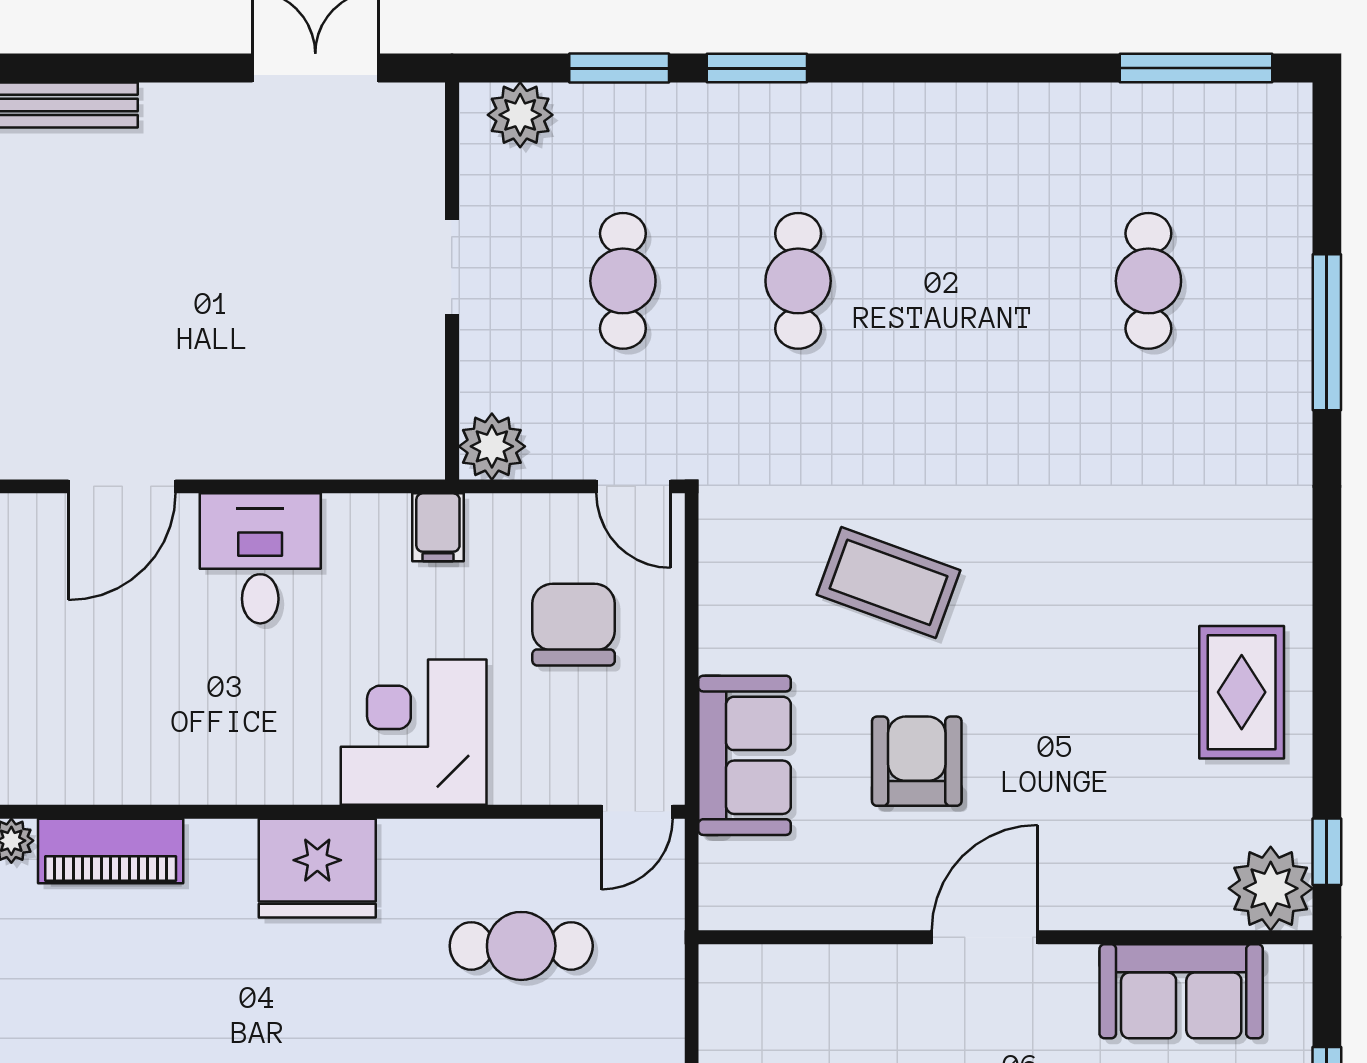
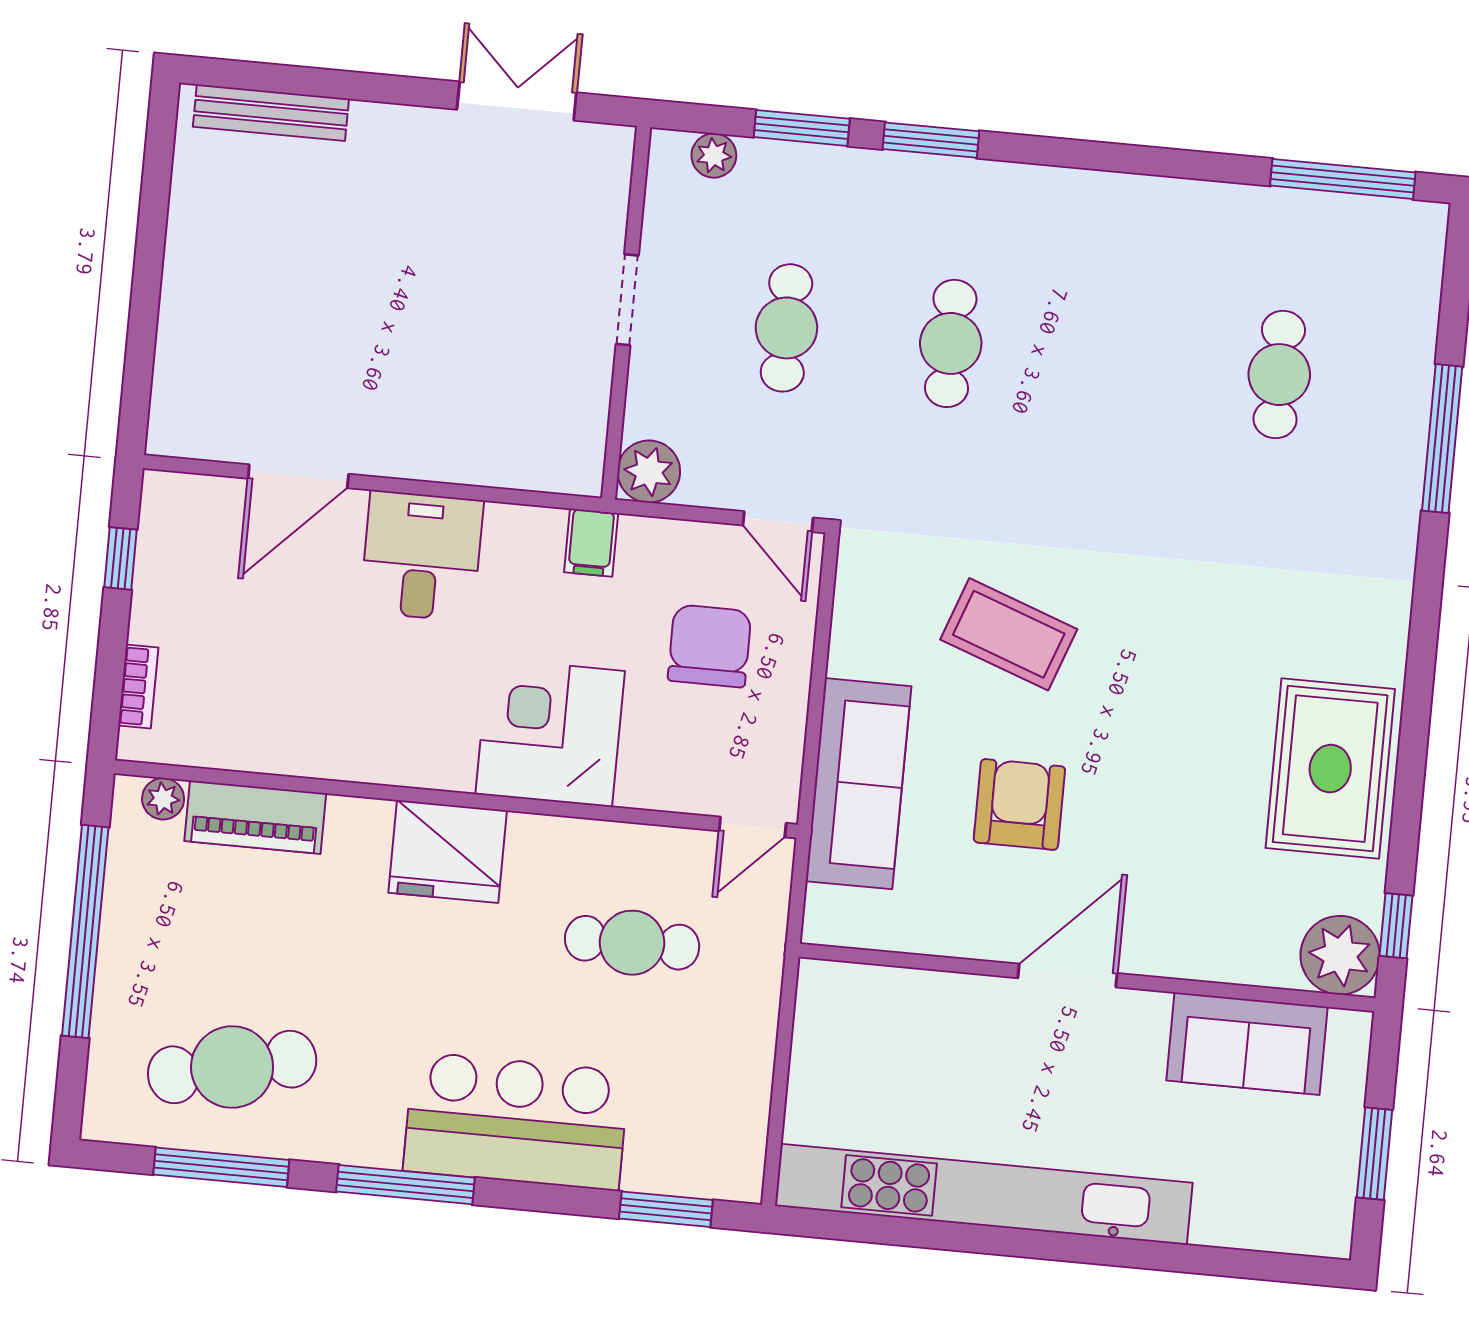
plant: (520, 115) -> (714, 156), width x0.73, depth x0.73
rug: (1242, 692) -> (1330, 769), width x1.36, depth x1.43
sofa: (745, 755) -> (858, 784), width x1.36

